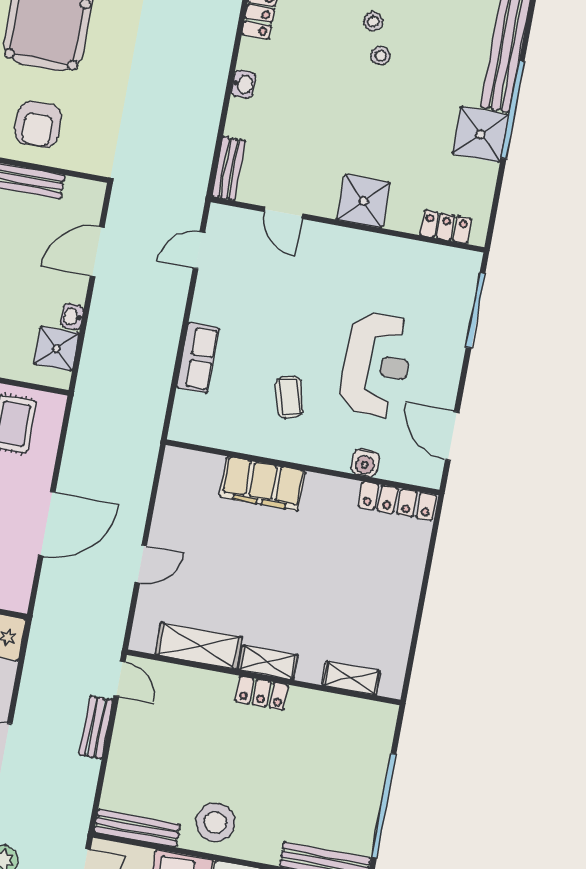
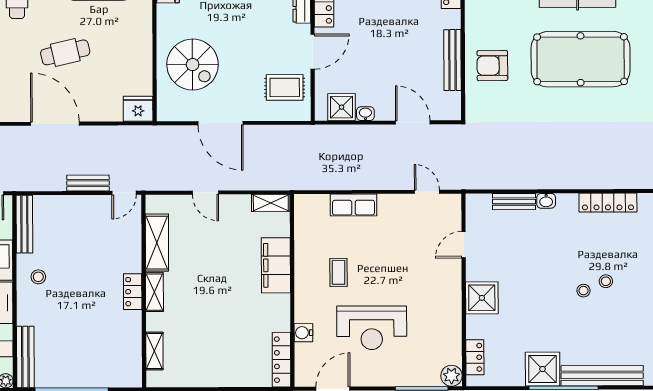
bench: (229, 169) -> (514, 202), moved
plant: (466, 265) -> (452, 376), added
coffee table: (289, 397) -> (339, 272), turned -75
shelving: (173, 474) -> (271, 203), added
stool: (215, 823) -> (38, 277), width x0.53, depth x0.53

